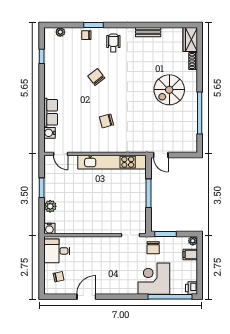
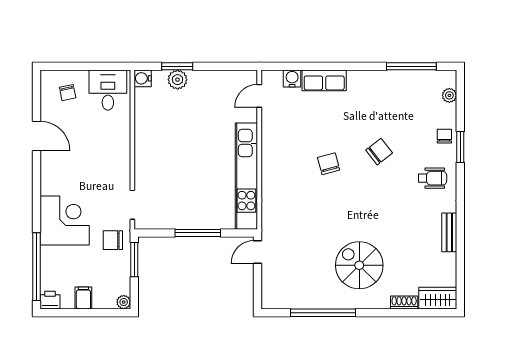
window: (42, 56) -> (411, 66), width x2.17
chair: (107, 121) -> (329, 164), moved
window: (42, 188) -> (177, 66), moved
filing cabinet: (190, 254) -> (83, 298), moved
corner desk: (154, 279) -> (65, 220), moved

